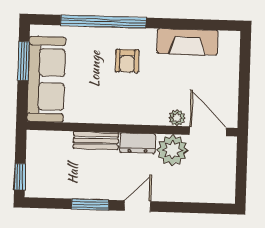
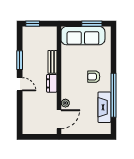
window: (103, 22) -> (113, 95), moved
plant: (172, 150) -> (49, 101), removed

